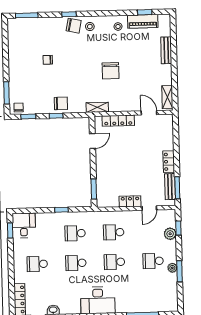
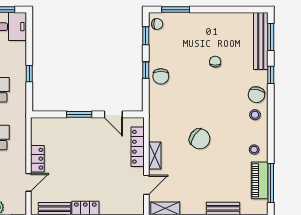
window: (145, 12) -> (271, 183), width x2.17
window: (69, 14) -> (271, 75), moved
bench: (30, 23) -> (261, 41), added
chair: (111, 71) -> (200, 139), turned -146
shelving: (97, 107) -> (155, 156), moved
window: (94, 189) -> (79, 114), moved
door: (149, 208) -> (29, 182), swing flipped

